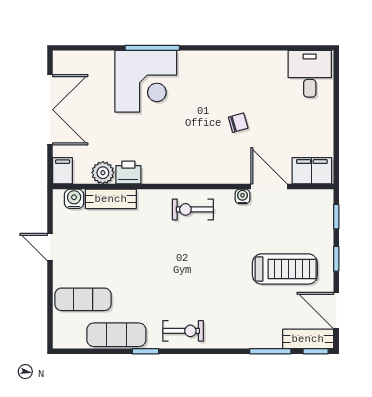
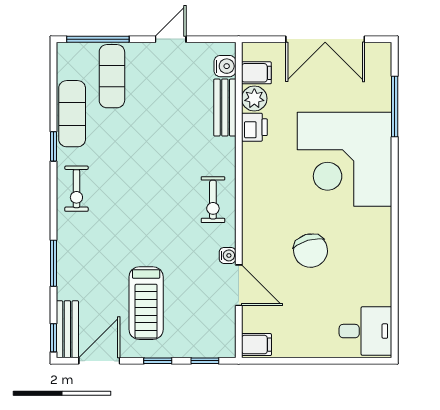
window: (152, 48) -> (395, 107), moved
corner desk: (146, 81) -> (345, 159), width x1.36, depth x1.36
chair: (238, 123) -> (311, 251), width x1.87, depth x1.87
filing cabinet: (63, 171) -> (256, 73), moved
filing cabinet: (312, 171) -> (256, 345), width x0.50
door: (269, 187) -> (239, 285), hinge flipped
exercise bike: (193, 209) -> (213, 200), turned 180
window: (50, 312) -> (98, 39), added
window: (270, 351) -> (54, 263), moved

